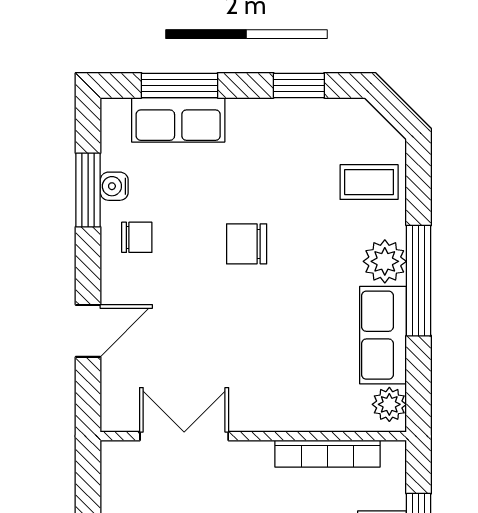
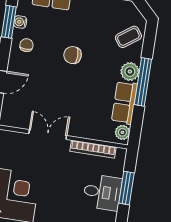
coffee table: (369, 182) -> (128, 37), turned -36
chair: (137, 237) -> (26, 45), turned -90
double door: (184, 436) -> (48, 135), moved

